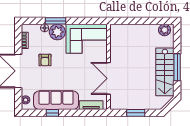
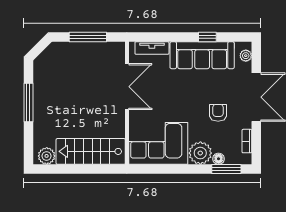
window: (56, 21) -> (226, 169), moved
stairs: (165, 72) -> (91, 151), moved, turned -90
window: (136, 113) -> (88, 37), width x1.44

